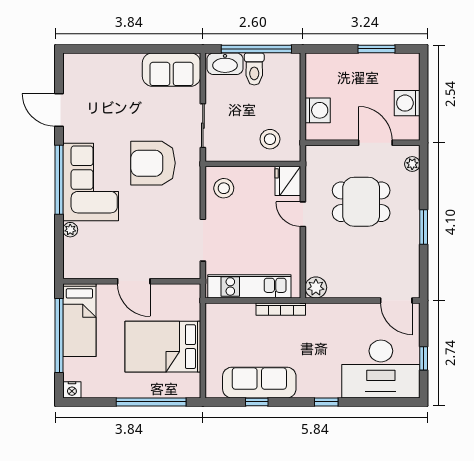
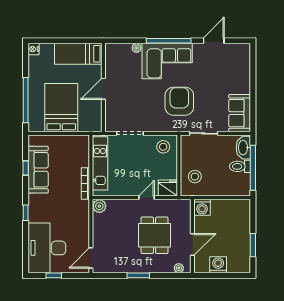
washing machine: (318, 110) -> (202, 207), moved
window: (59, 335) -> (68, 41), removed

